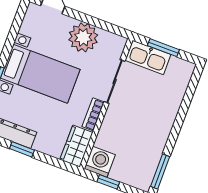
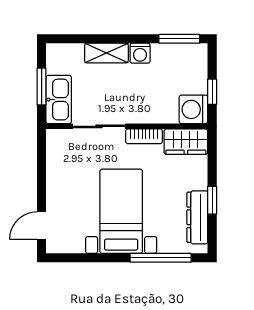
plant: (83, 37) -> (63, 179), removed
shelving: (171, 109) -> (106, 53), added
washing machine: (160, 136) -> (140, 53), added

